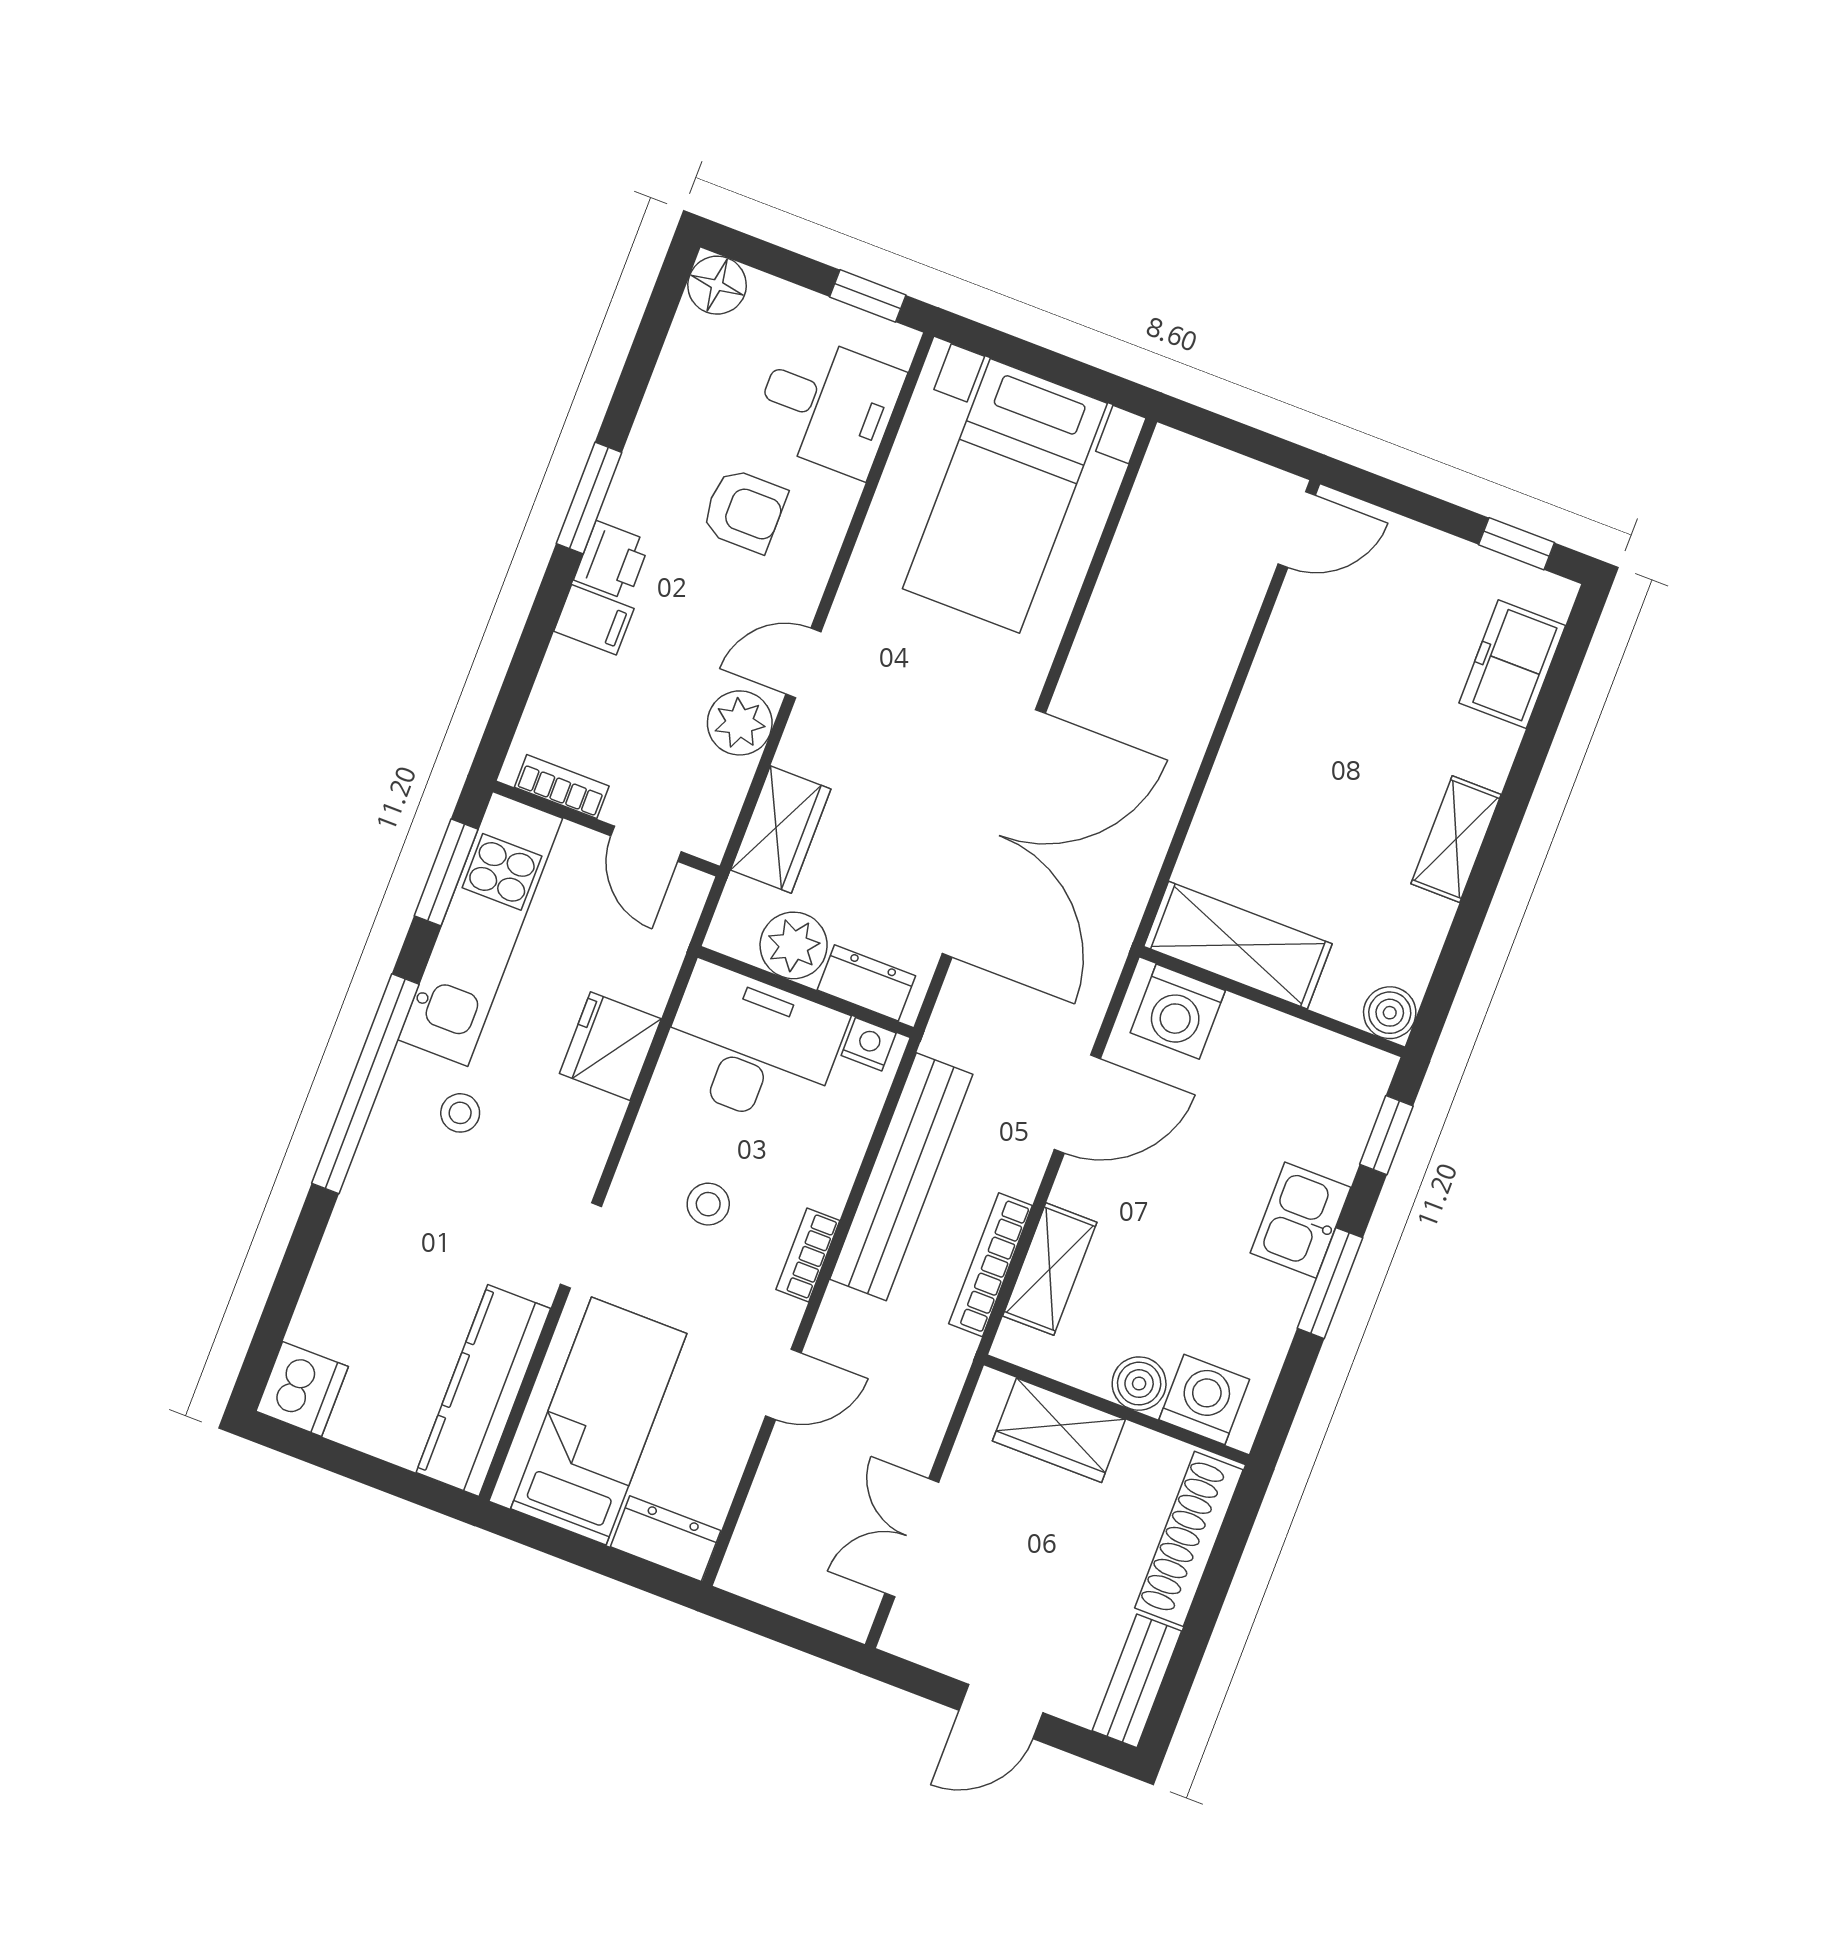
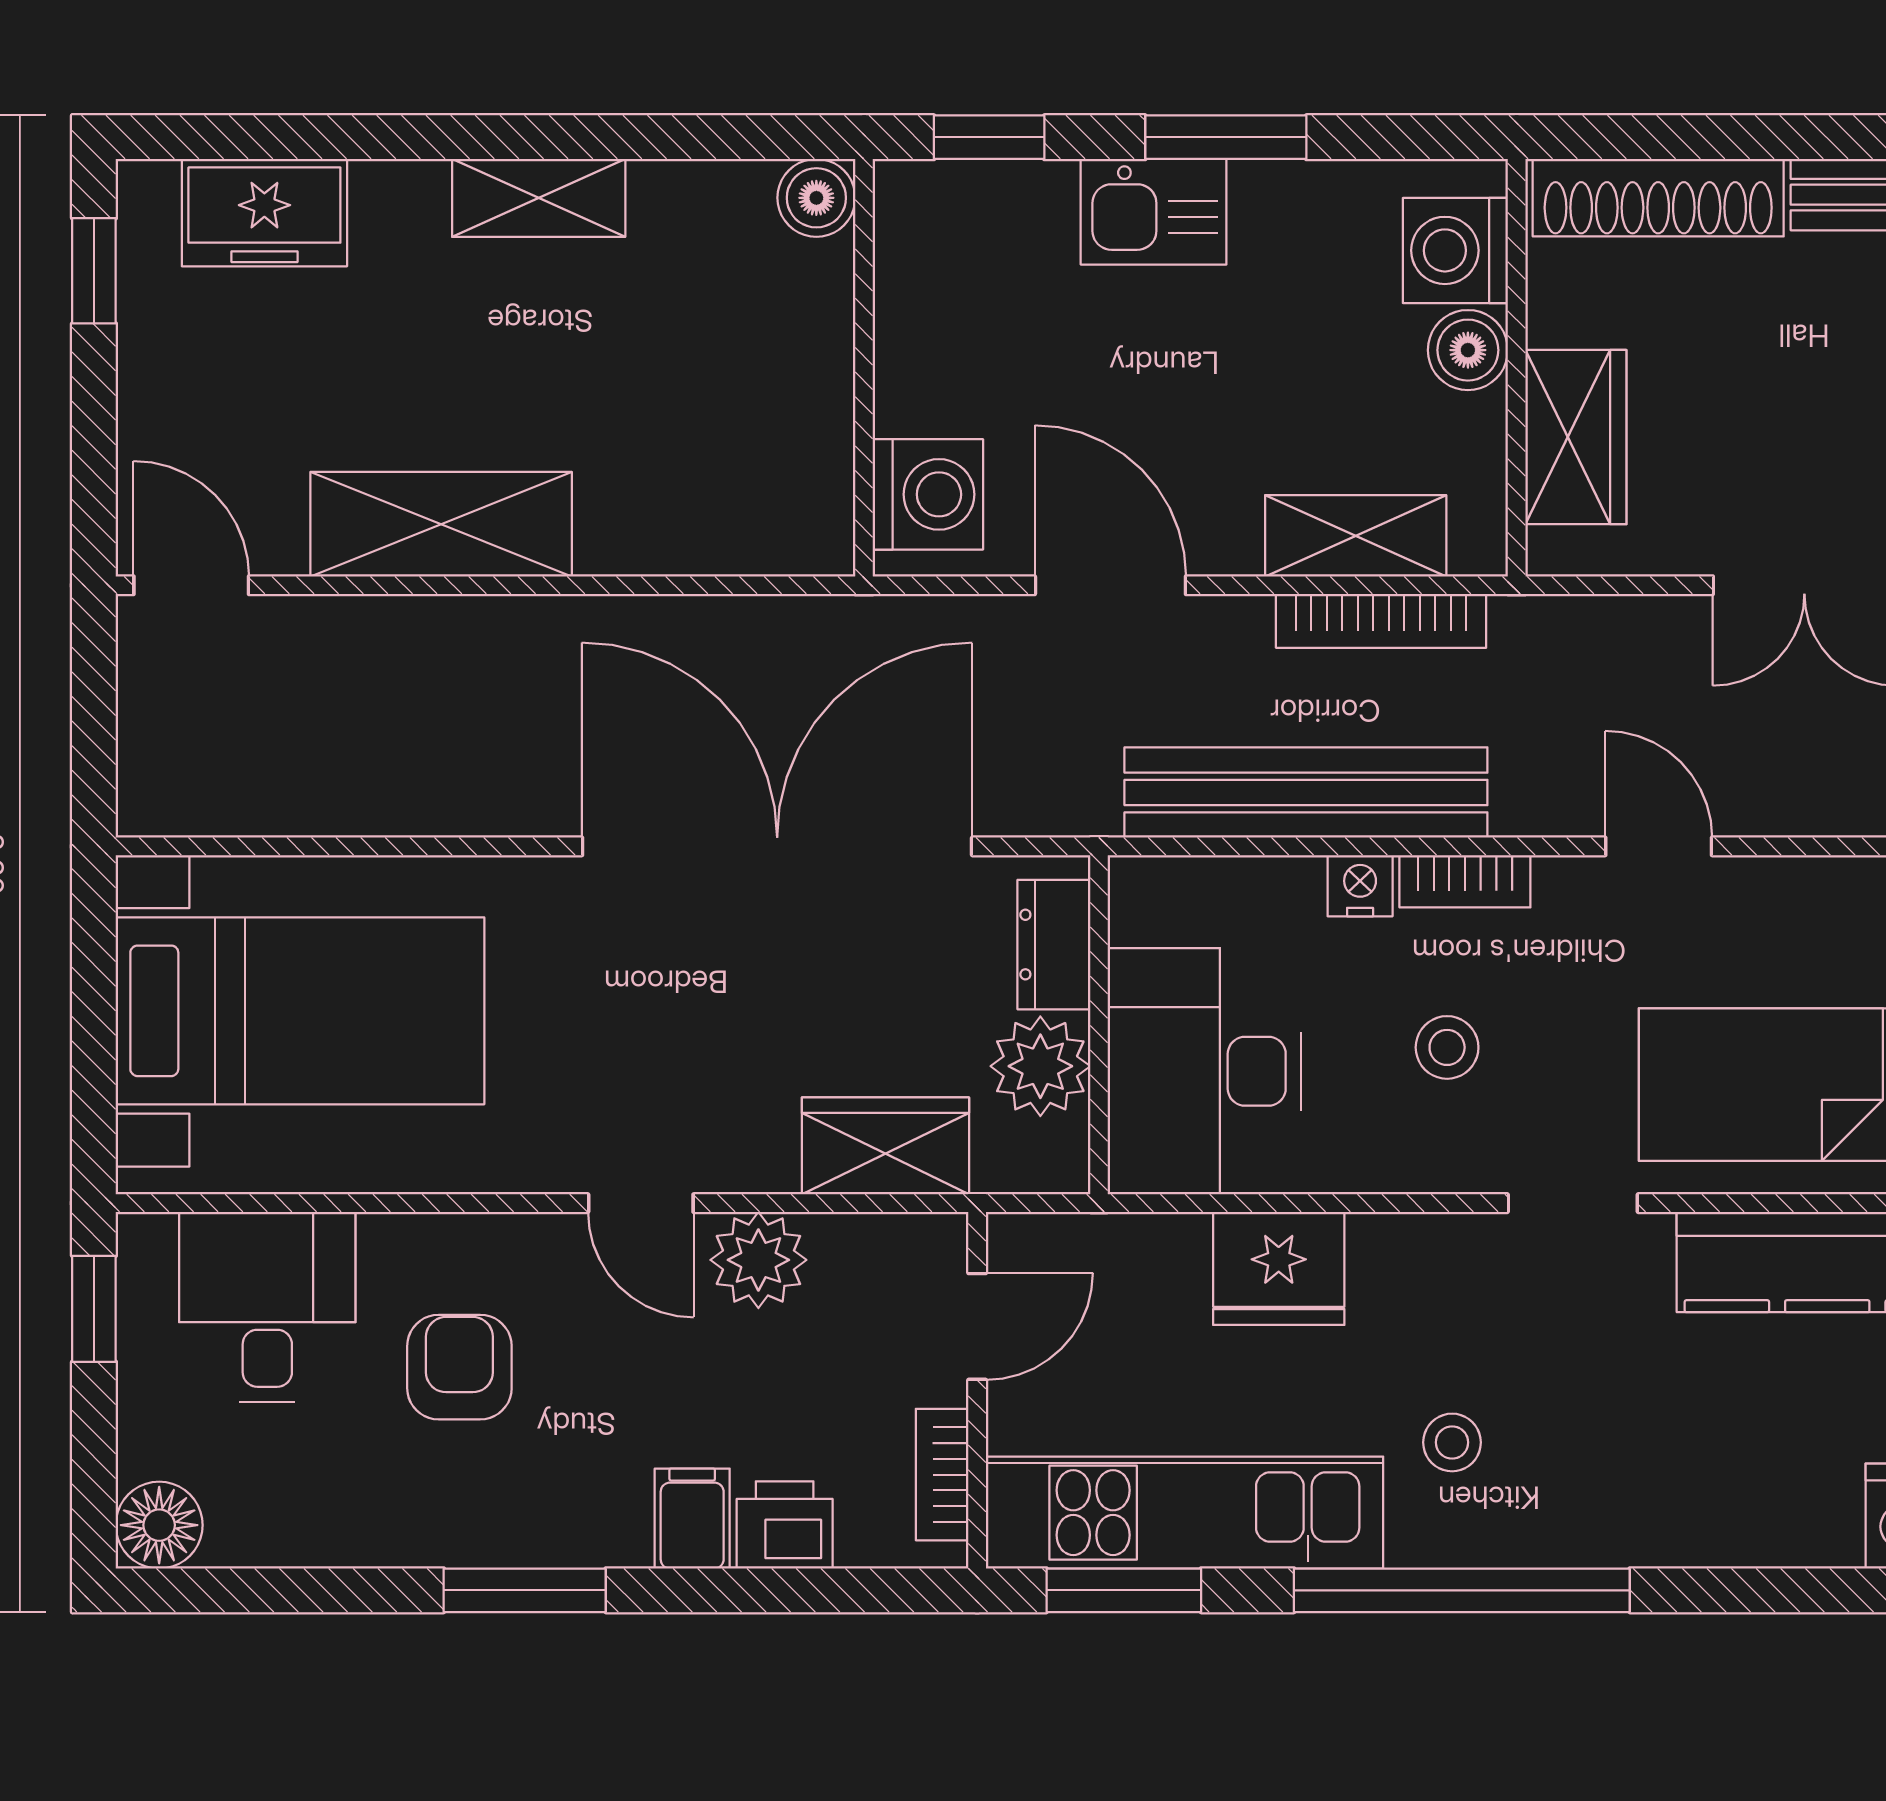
printer: (612, 561) -> (785, 1525), moved
shelving: (1238, 945) -> (441, 524), moved, turned 90
nightstand: (869, 1044) -> (1360, 886), moved, turned 90

